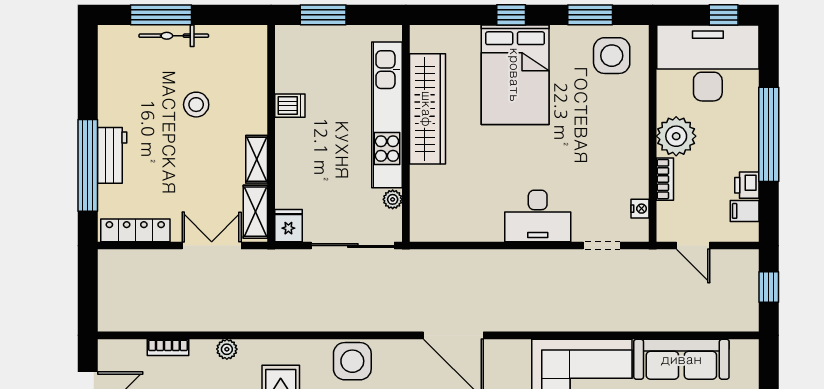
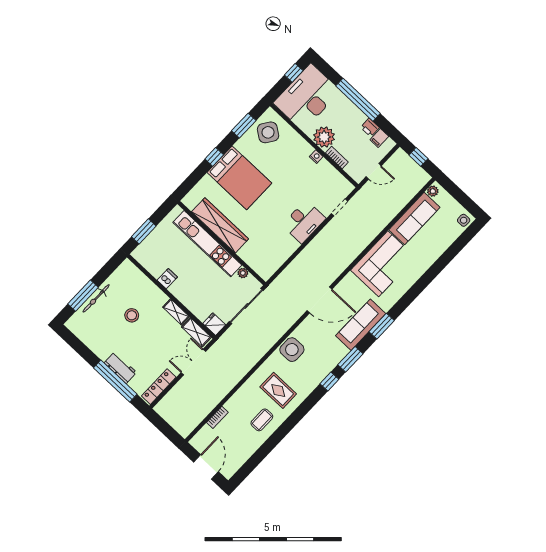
side table: (612, 56) -> (268, 132), turned 35
nightstand: (640, 209) -> (316, 157), moved
plant: (227, 349) -> (433, 191), moved

